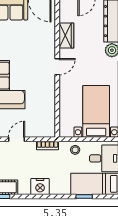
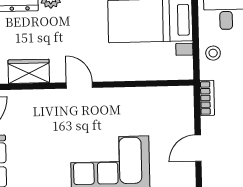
door: (17, 139) -> (198, 148), hinge flipped

